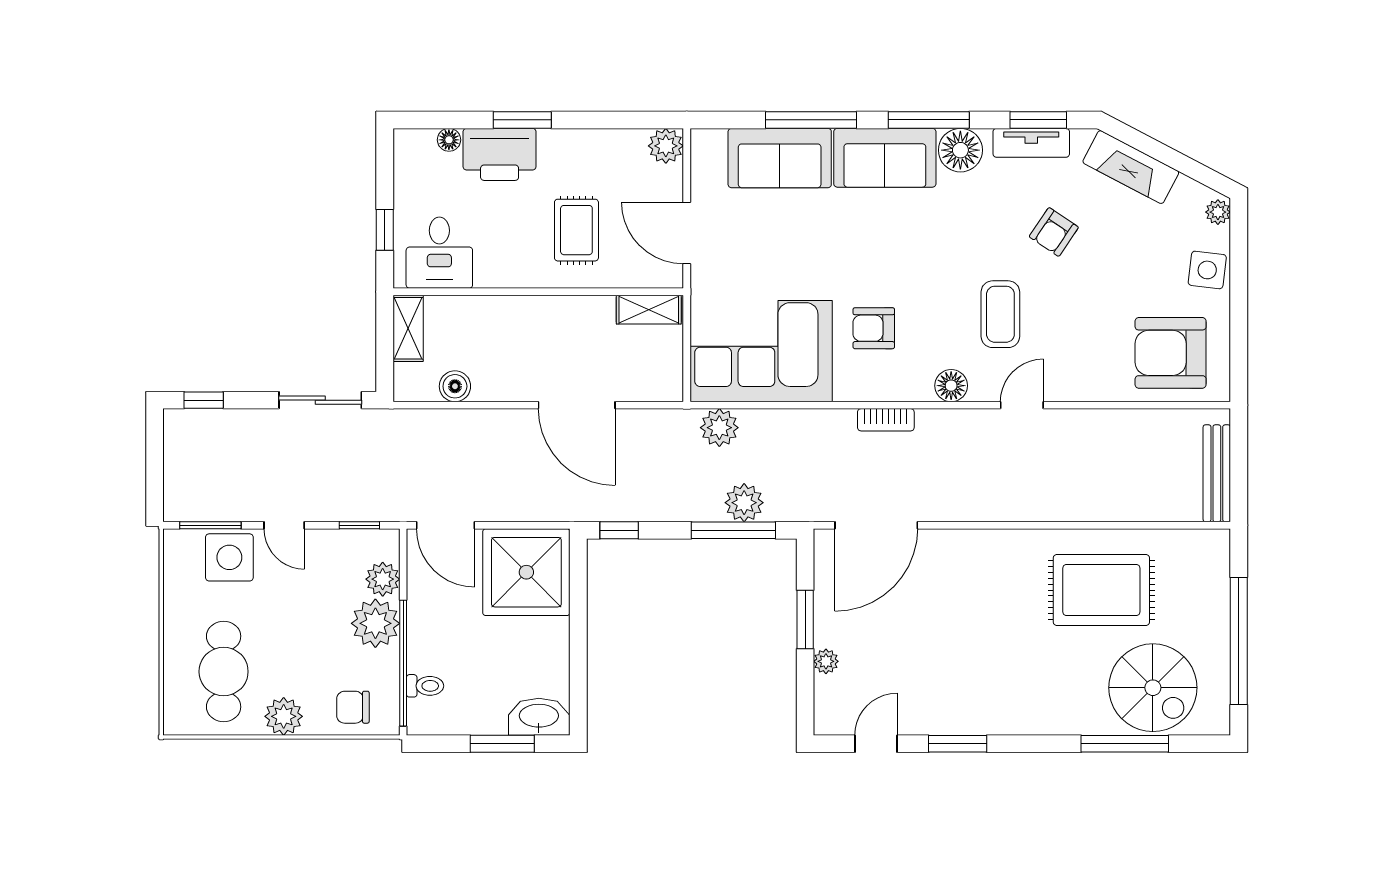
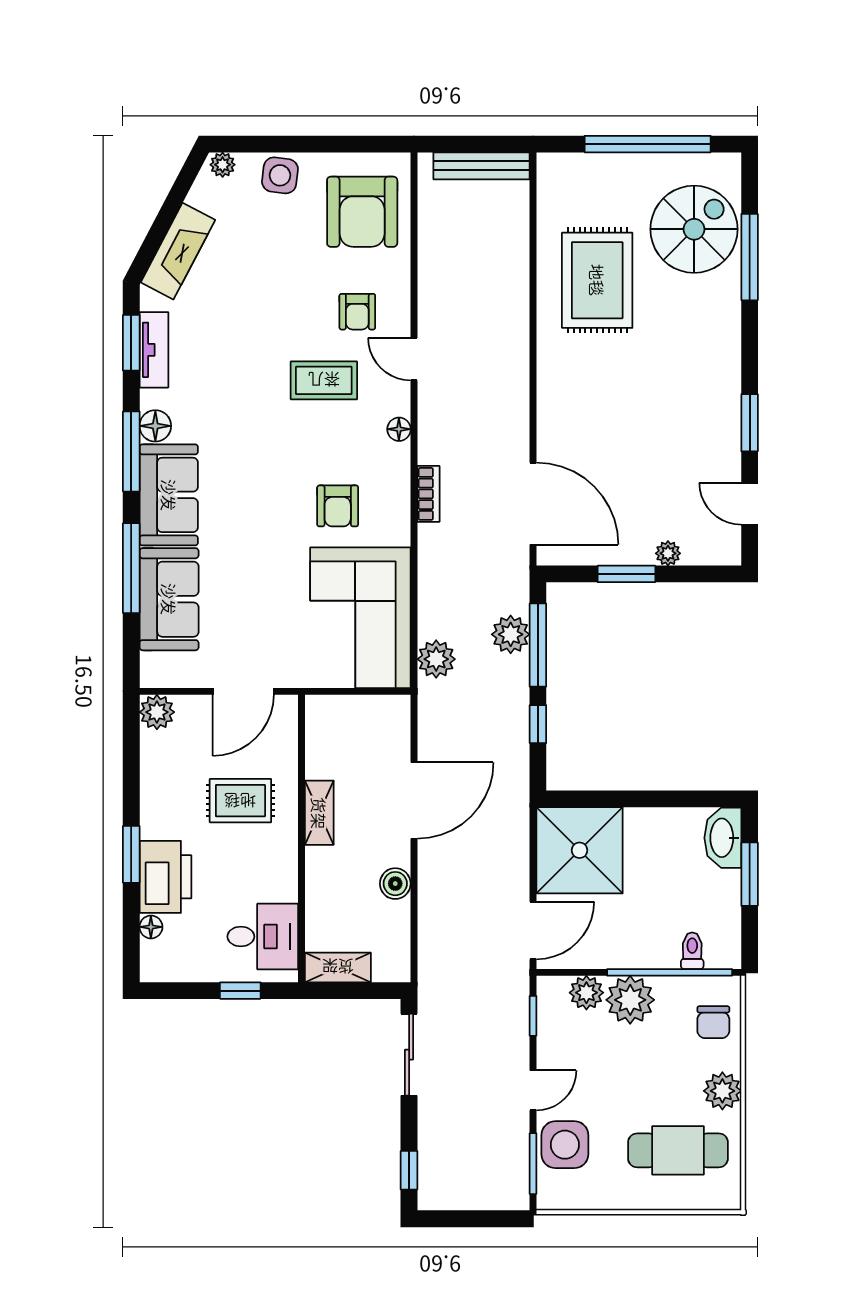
floor lamp: (960, 150) -> (155, 426), width x0.73, depth x0.73
armchair: (1054, 232) -> (357, 312), moved, turned 56
shelving: (649, 310) -> (319, 813), moved
boiler: (455, 386) -> (395, 884), moved
floor lamp: (951, 386) -> (399, 429), width x0.73, depth x0.73
window: (619, 530) -> (538, 724), moved

